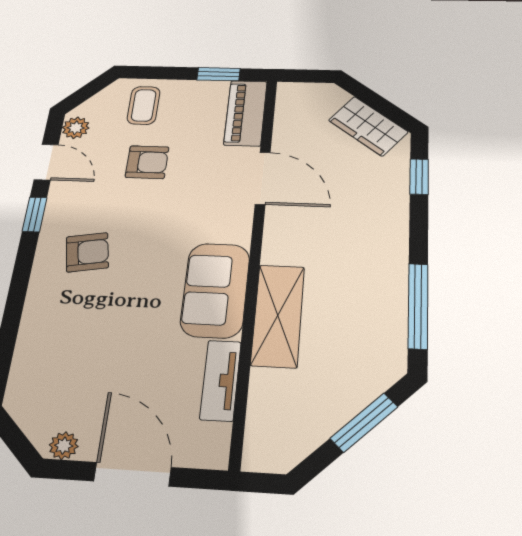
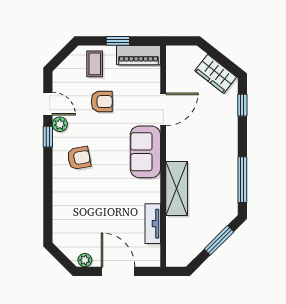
window: (219, 74) -> (118, 41), moved
piano: (246, 113) -> (138, 55), moved, turned -90
plant: (76, 128) -> (60, 124), moved
door: (263, 178) -> (163, 109), hinge flipped
sofa: (215, 290) -> (145, 152), moved

